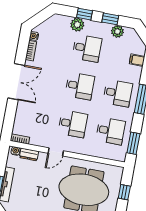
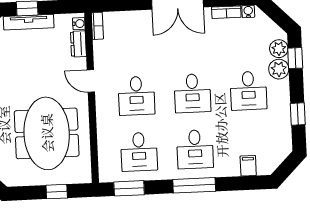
window: (84, 14) -> (295, 58), moved
plant: (117, 31) -> (279, 49), moved

